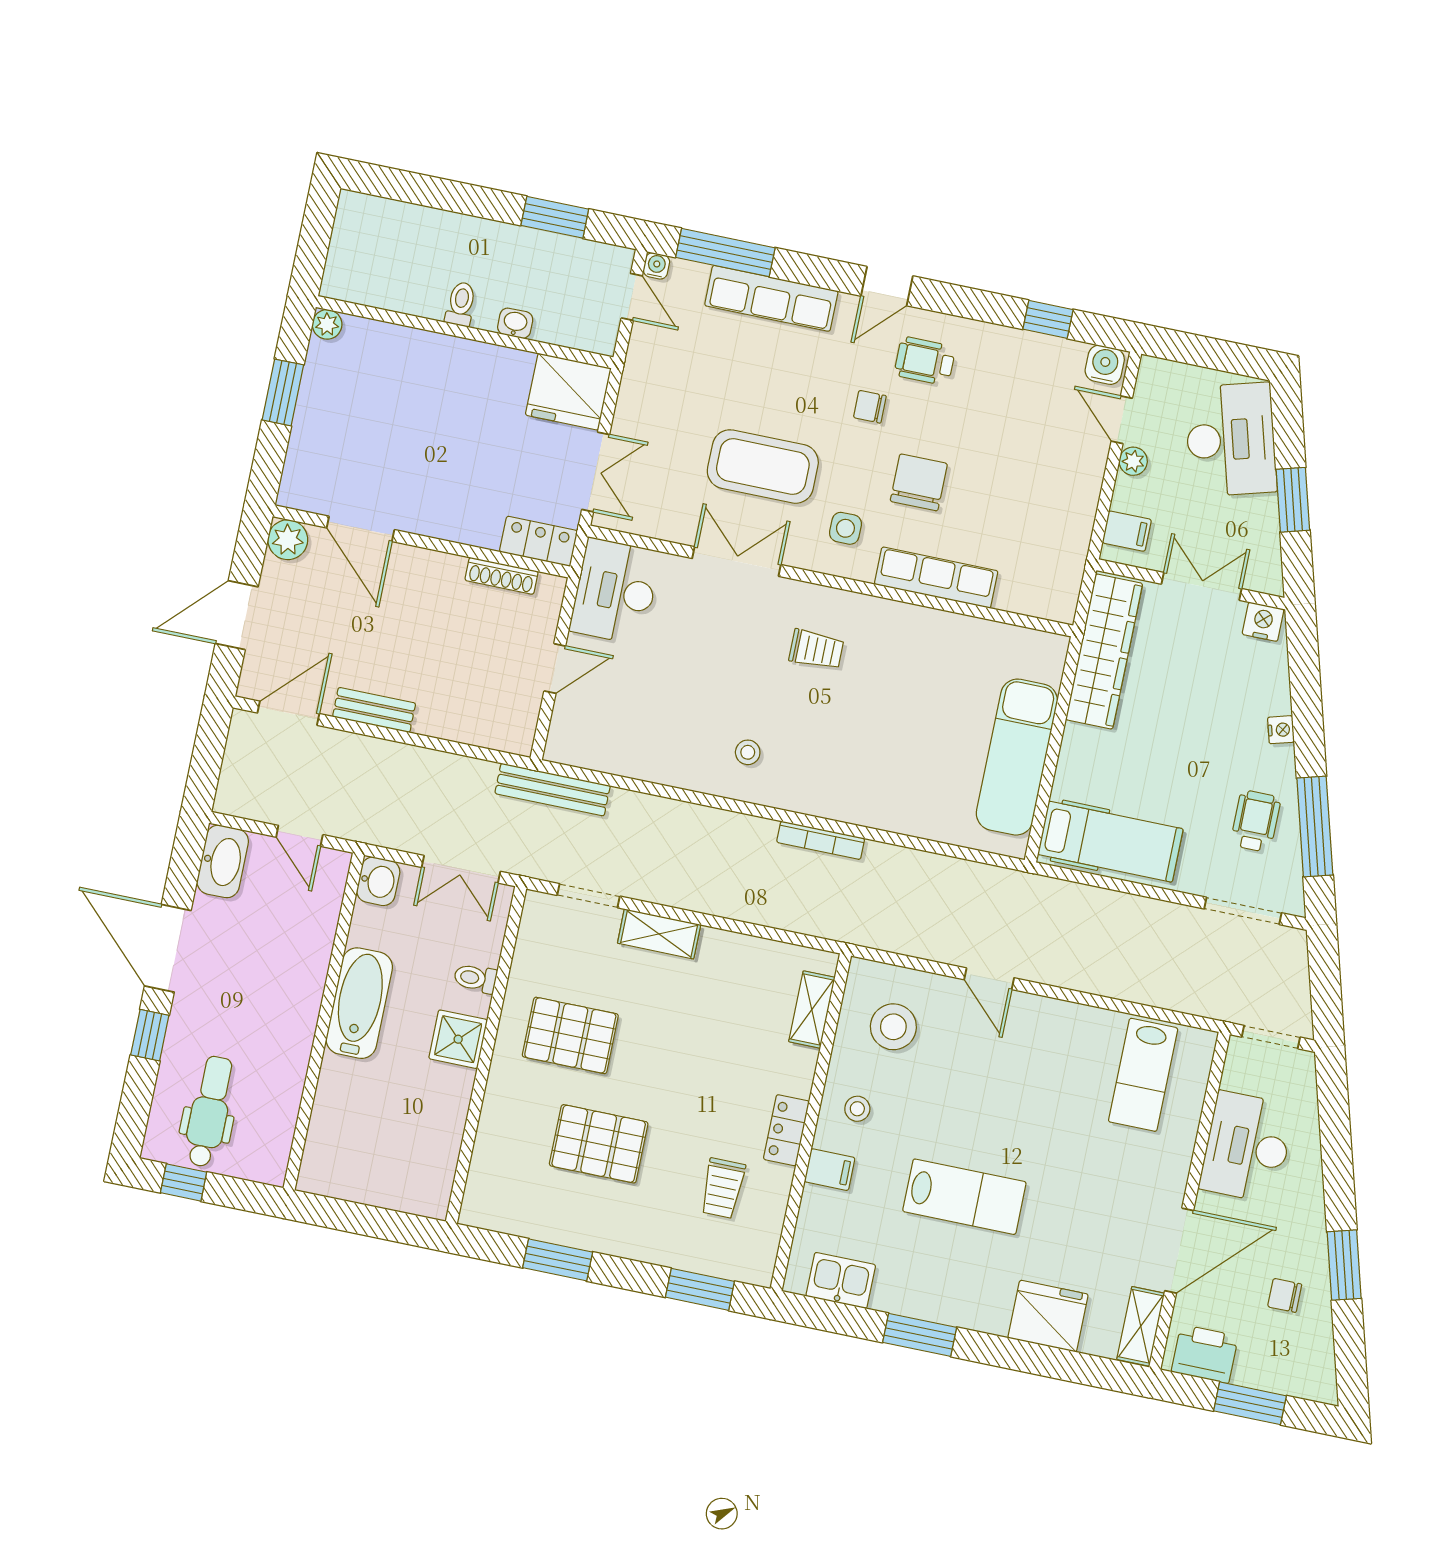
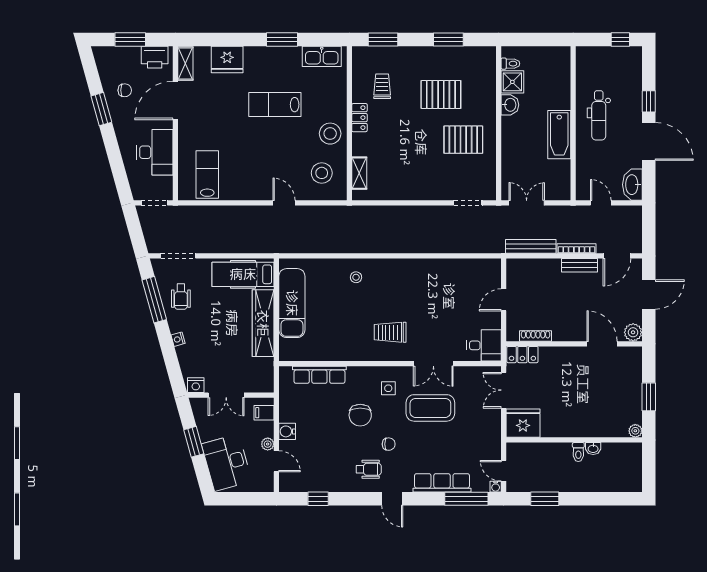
door: (887, 286) -> (392, 499), swing flipped
washbasin: (515, 323) -> (593, 448), moved
water cooler: (1105, 365) -> (287, 431), moved, turned 90
row of seats: (936, 578) -> (319, 375), moved
desk: (615, 591) -> (484, 345), width x0.73
trolley: (816, 649) -> (390, 332), width x1.36, depth x1.39
wardrobe: (1104, 651) -> (263, 323), moved
stool: (748, 752) -> (356, 277), moved
bench: (553, 790) -> (531, 246), moved
bookcase: (821, 840) -> (577, 249), moved
washbasin: (378, 881) -> (510, 105), moved, turned 180
shelving: (659, 934) -> (433, 192), removed
toilet: (475, 978) -> (510, 64), moved
shower: (458, 1039) -> (512, 82), moved
stool: (857, 1109) -> (330, 134), width x1.89, depth x1.89
dental chair: (209, 1112) -> (599, 115), moved
filing cabinet: (830, 1170) -> (337, 104), removed
kitchen sink: (841, 1280) -> (322, 56), width x1.38

